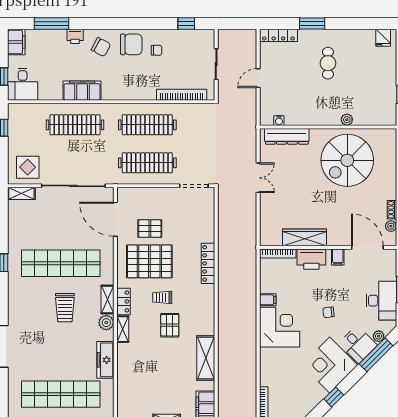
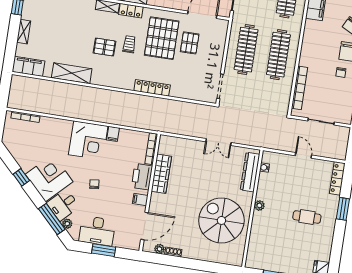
plant: (347, 120) -> (259, 205), moved

